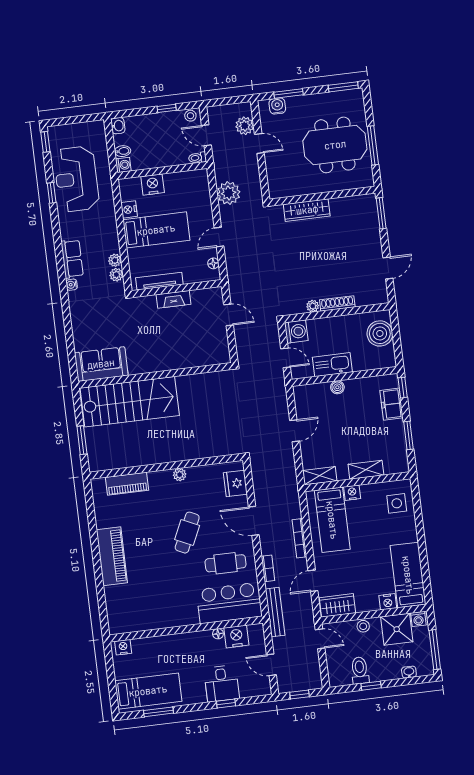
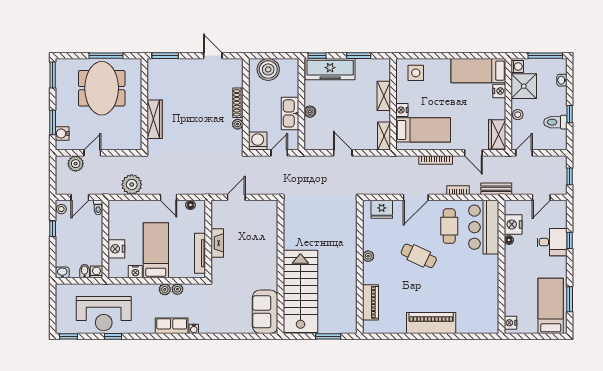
plant: (116, 275) -> (165, 289), moved
freezer: (391, 404) -> (330, 69), width x1.91, depth x1.26
bench: (275, 612) -> (496, 189), width x0.73

